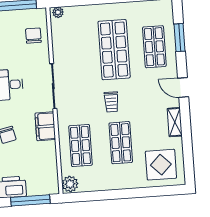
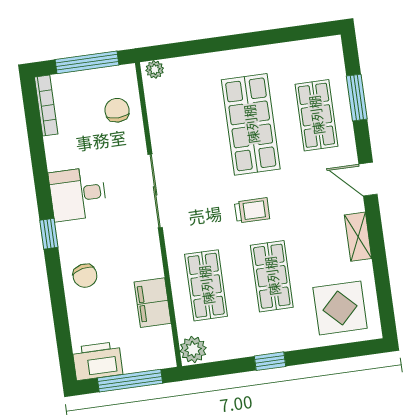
trolley: (111, 102) -> (252, 210), turned -90
filing cabinet: (45, 126) -> (153, 303), moved
window: (116, 194) -> (270, 361), added

